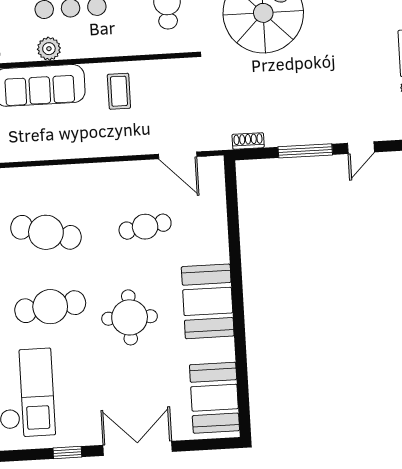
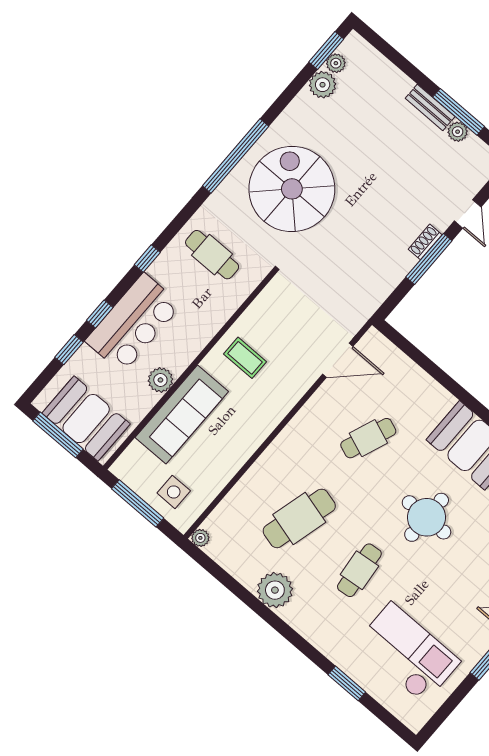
shoe rack: (248, 141) -> (425, 242), moved
cafe table: (145, 227) -> (368, 438), turned 30
cafe table: (50, 307) -> (359, 570), width x0.73, depth x0.74

